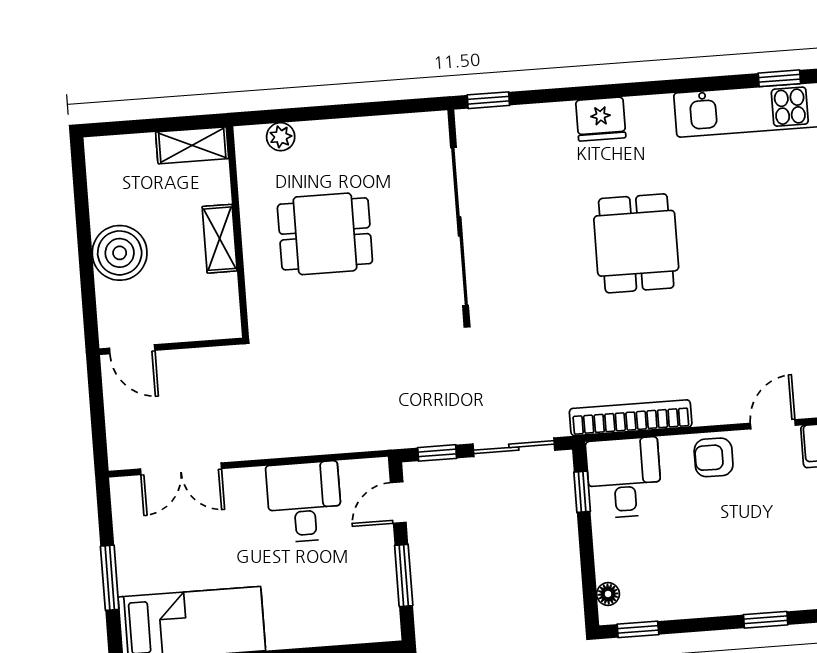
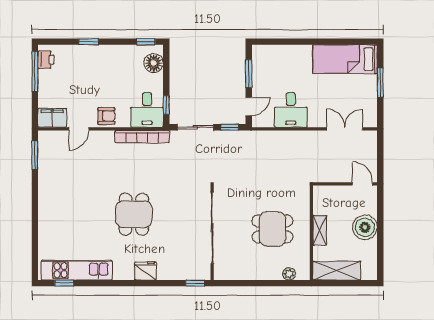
shelving: (192, 145) -> (337, 271), width x1.50, depth x1.33
floor lamp: (608, 594) -> (154, 63), width x1.89, depth x1.89

